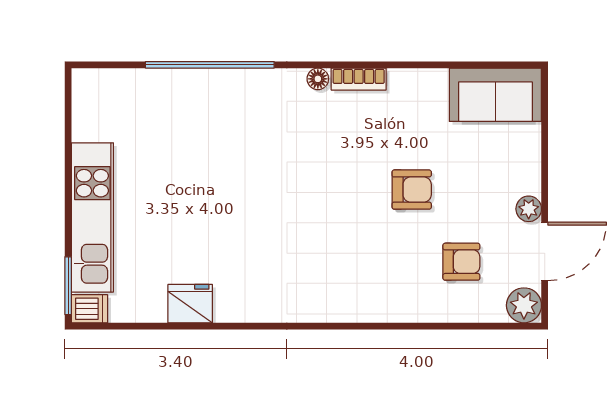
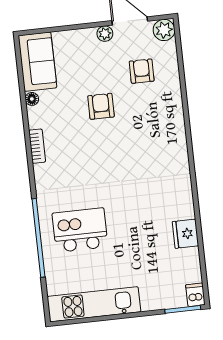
floor lamp: (318, 79) -> (32, 99), moved
kitchen island: (215, 133) -> (80, 230), added
kitchen unit: (92, 217) -> (94, 304), moved

